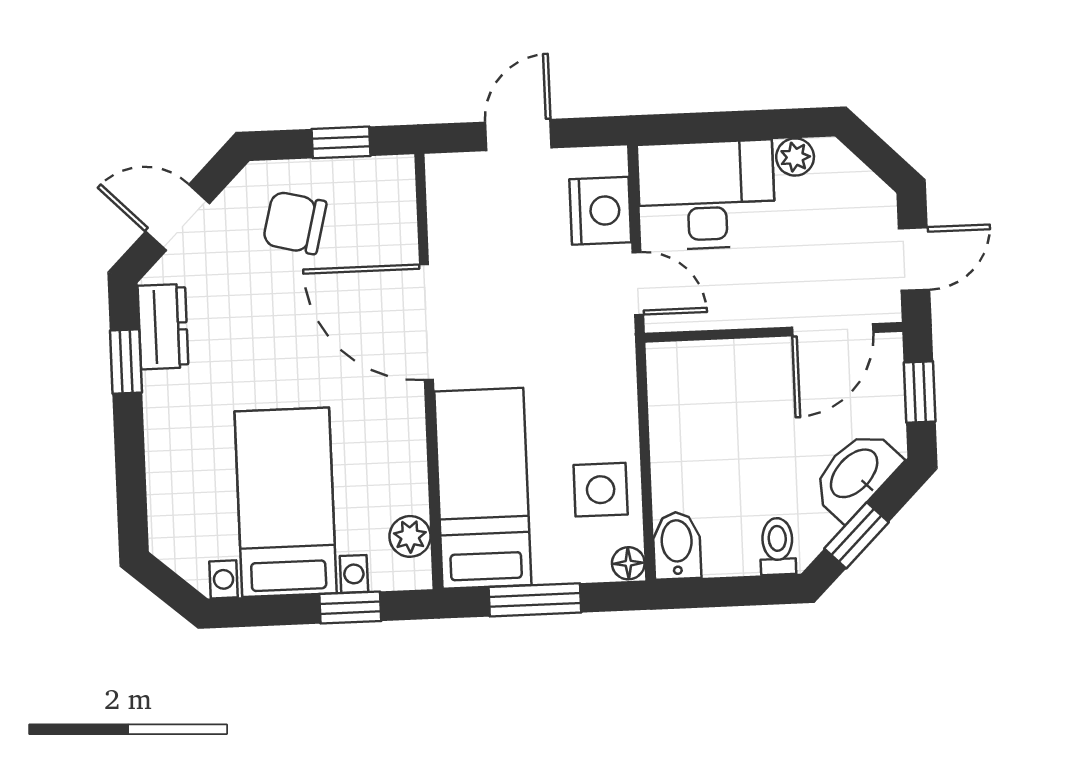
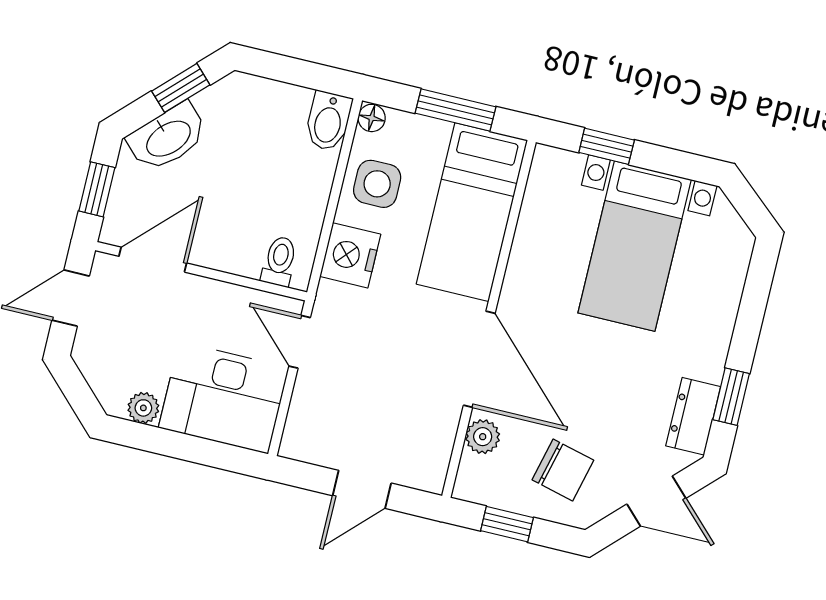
nightstand: (600, 211) -> (350, 255), moved
plant: (410, 536) -> (483, 437), moved
toilet: (778, 546) -> (279, 261), moved, turned 180

